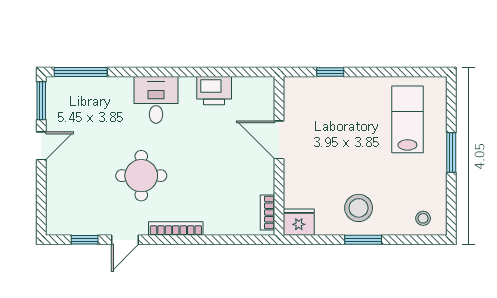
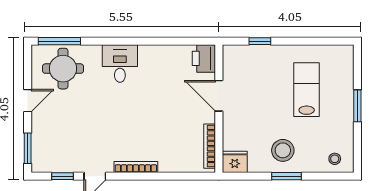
printer: (214, 91) -> (204, 58), moved, turned 90
window: (41, 101) -> (28, 148), moved
lab bench: (407, 119) -> (307, 90), moved
round table: (141, 176) -> (63, 69), moved
bookcase: (268, 212) -> (210, 146), width x1.56

